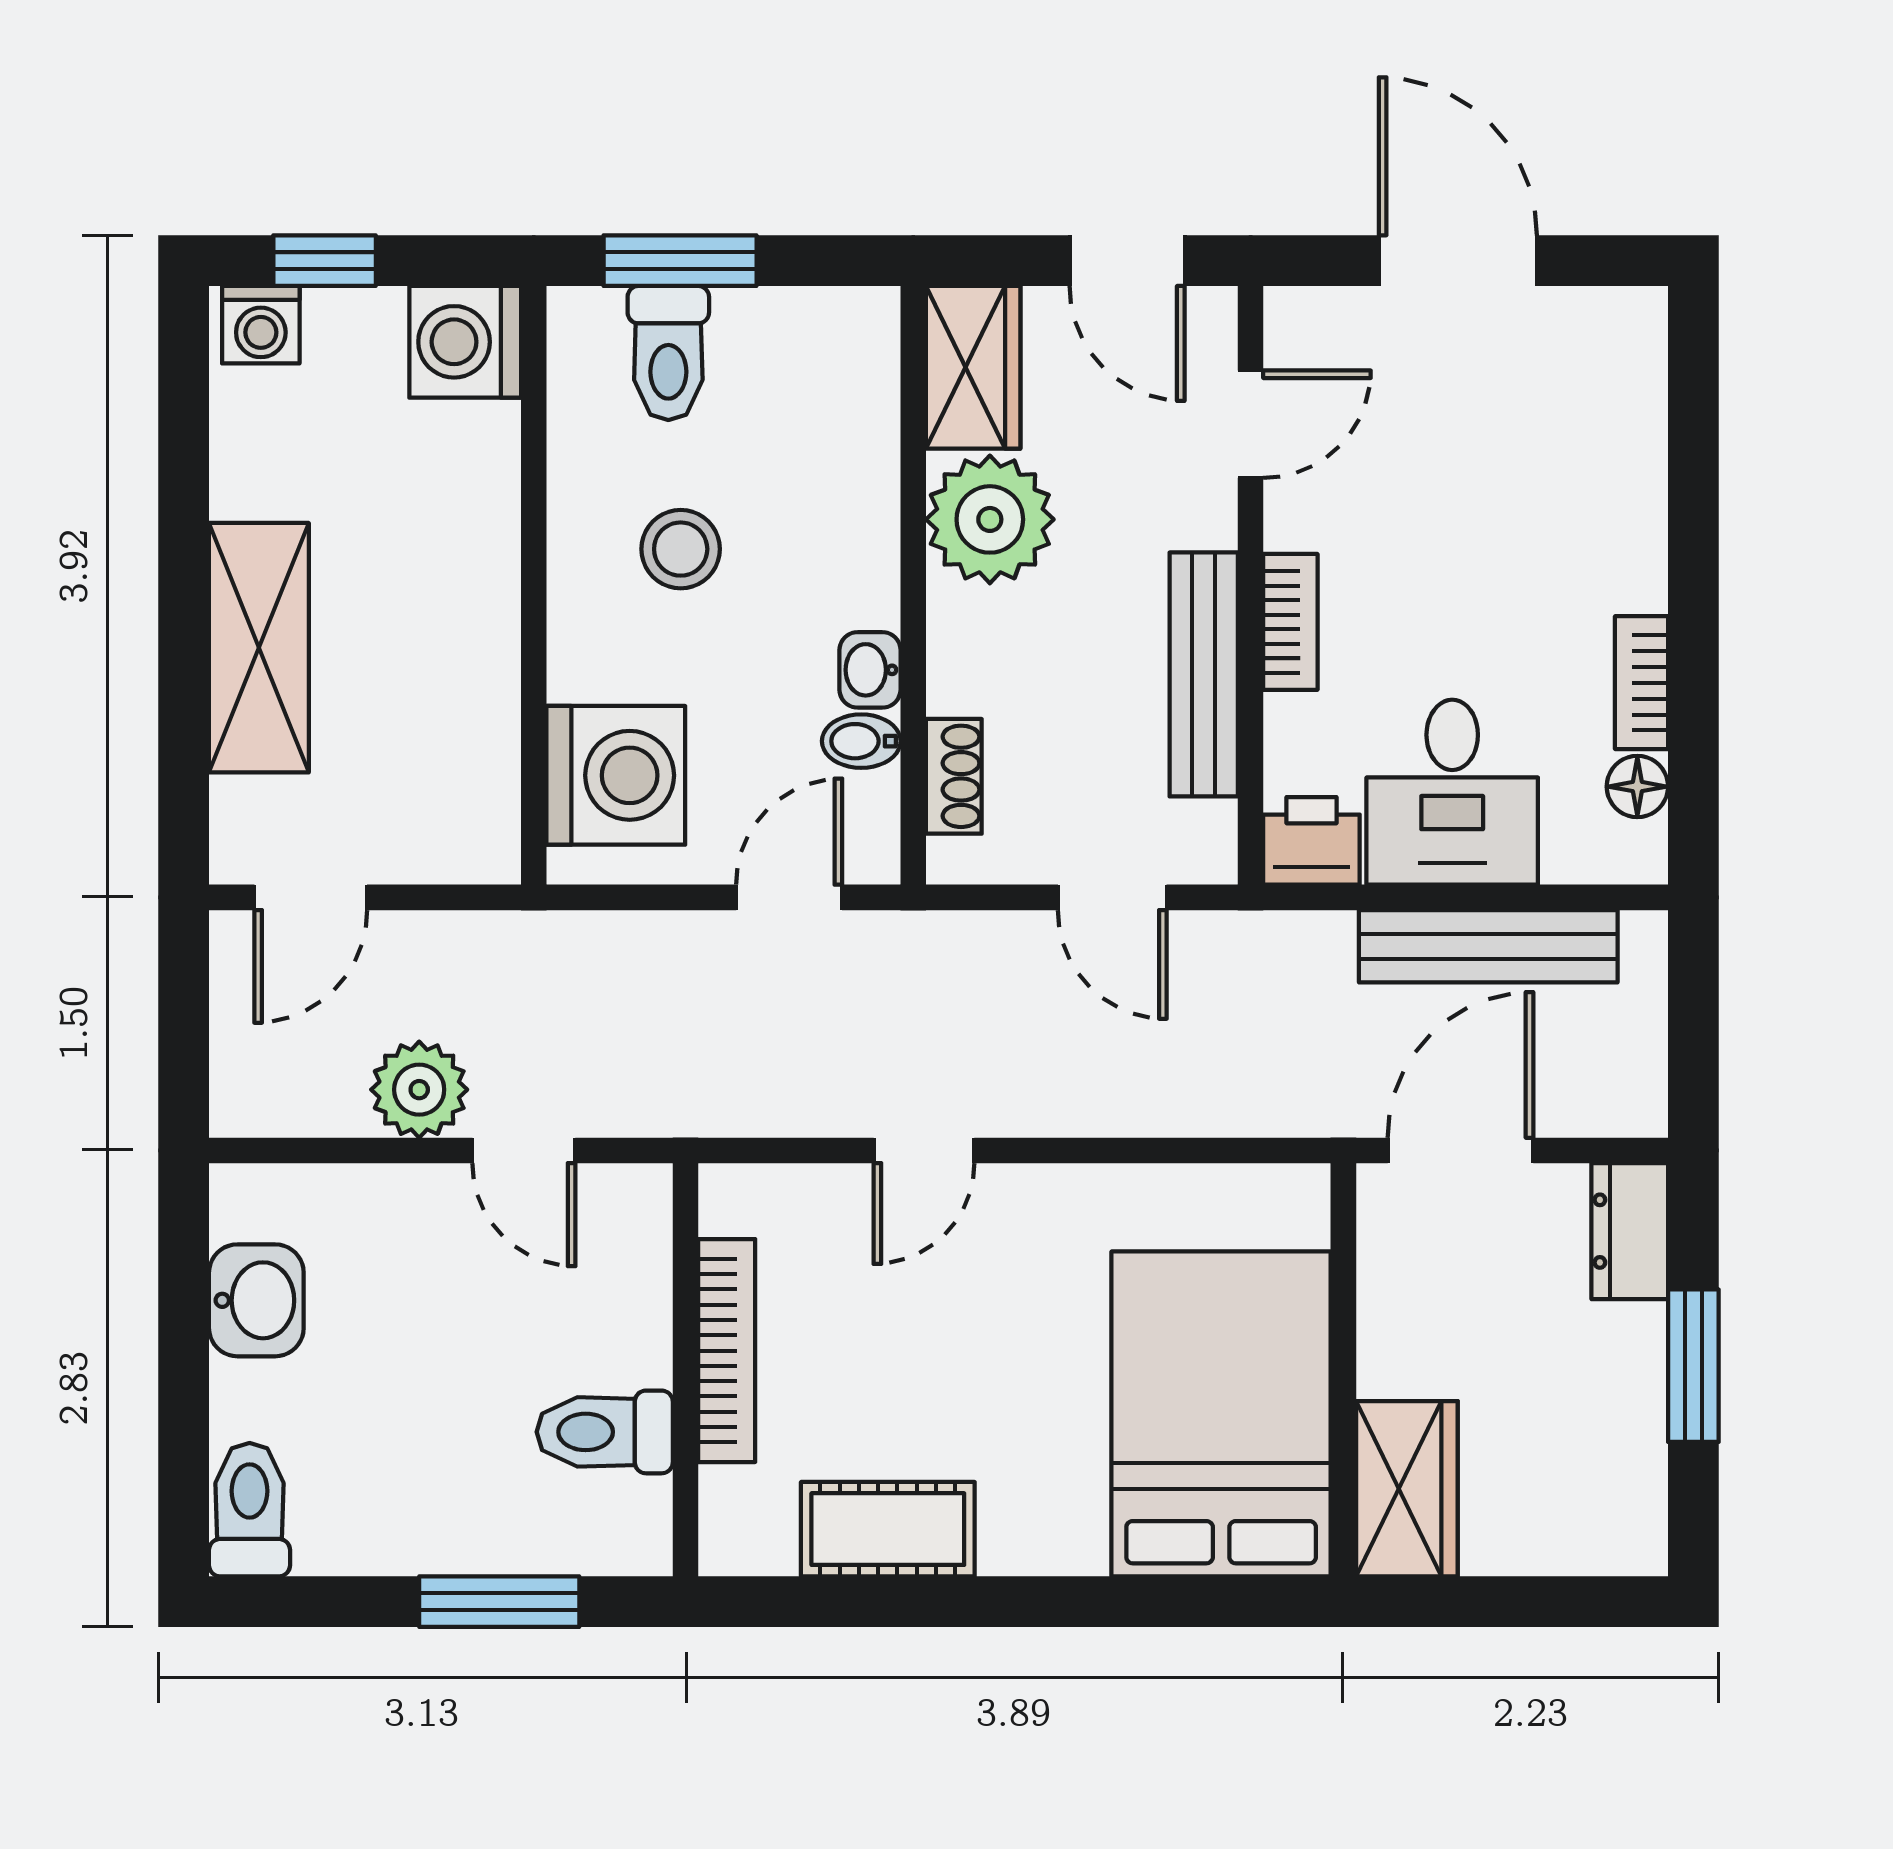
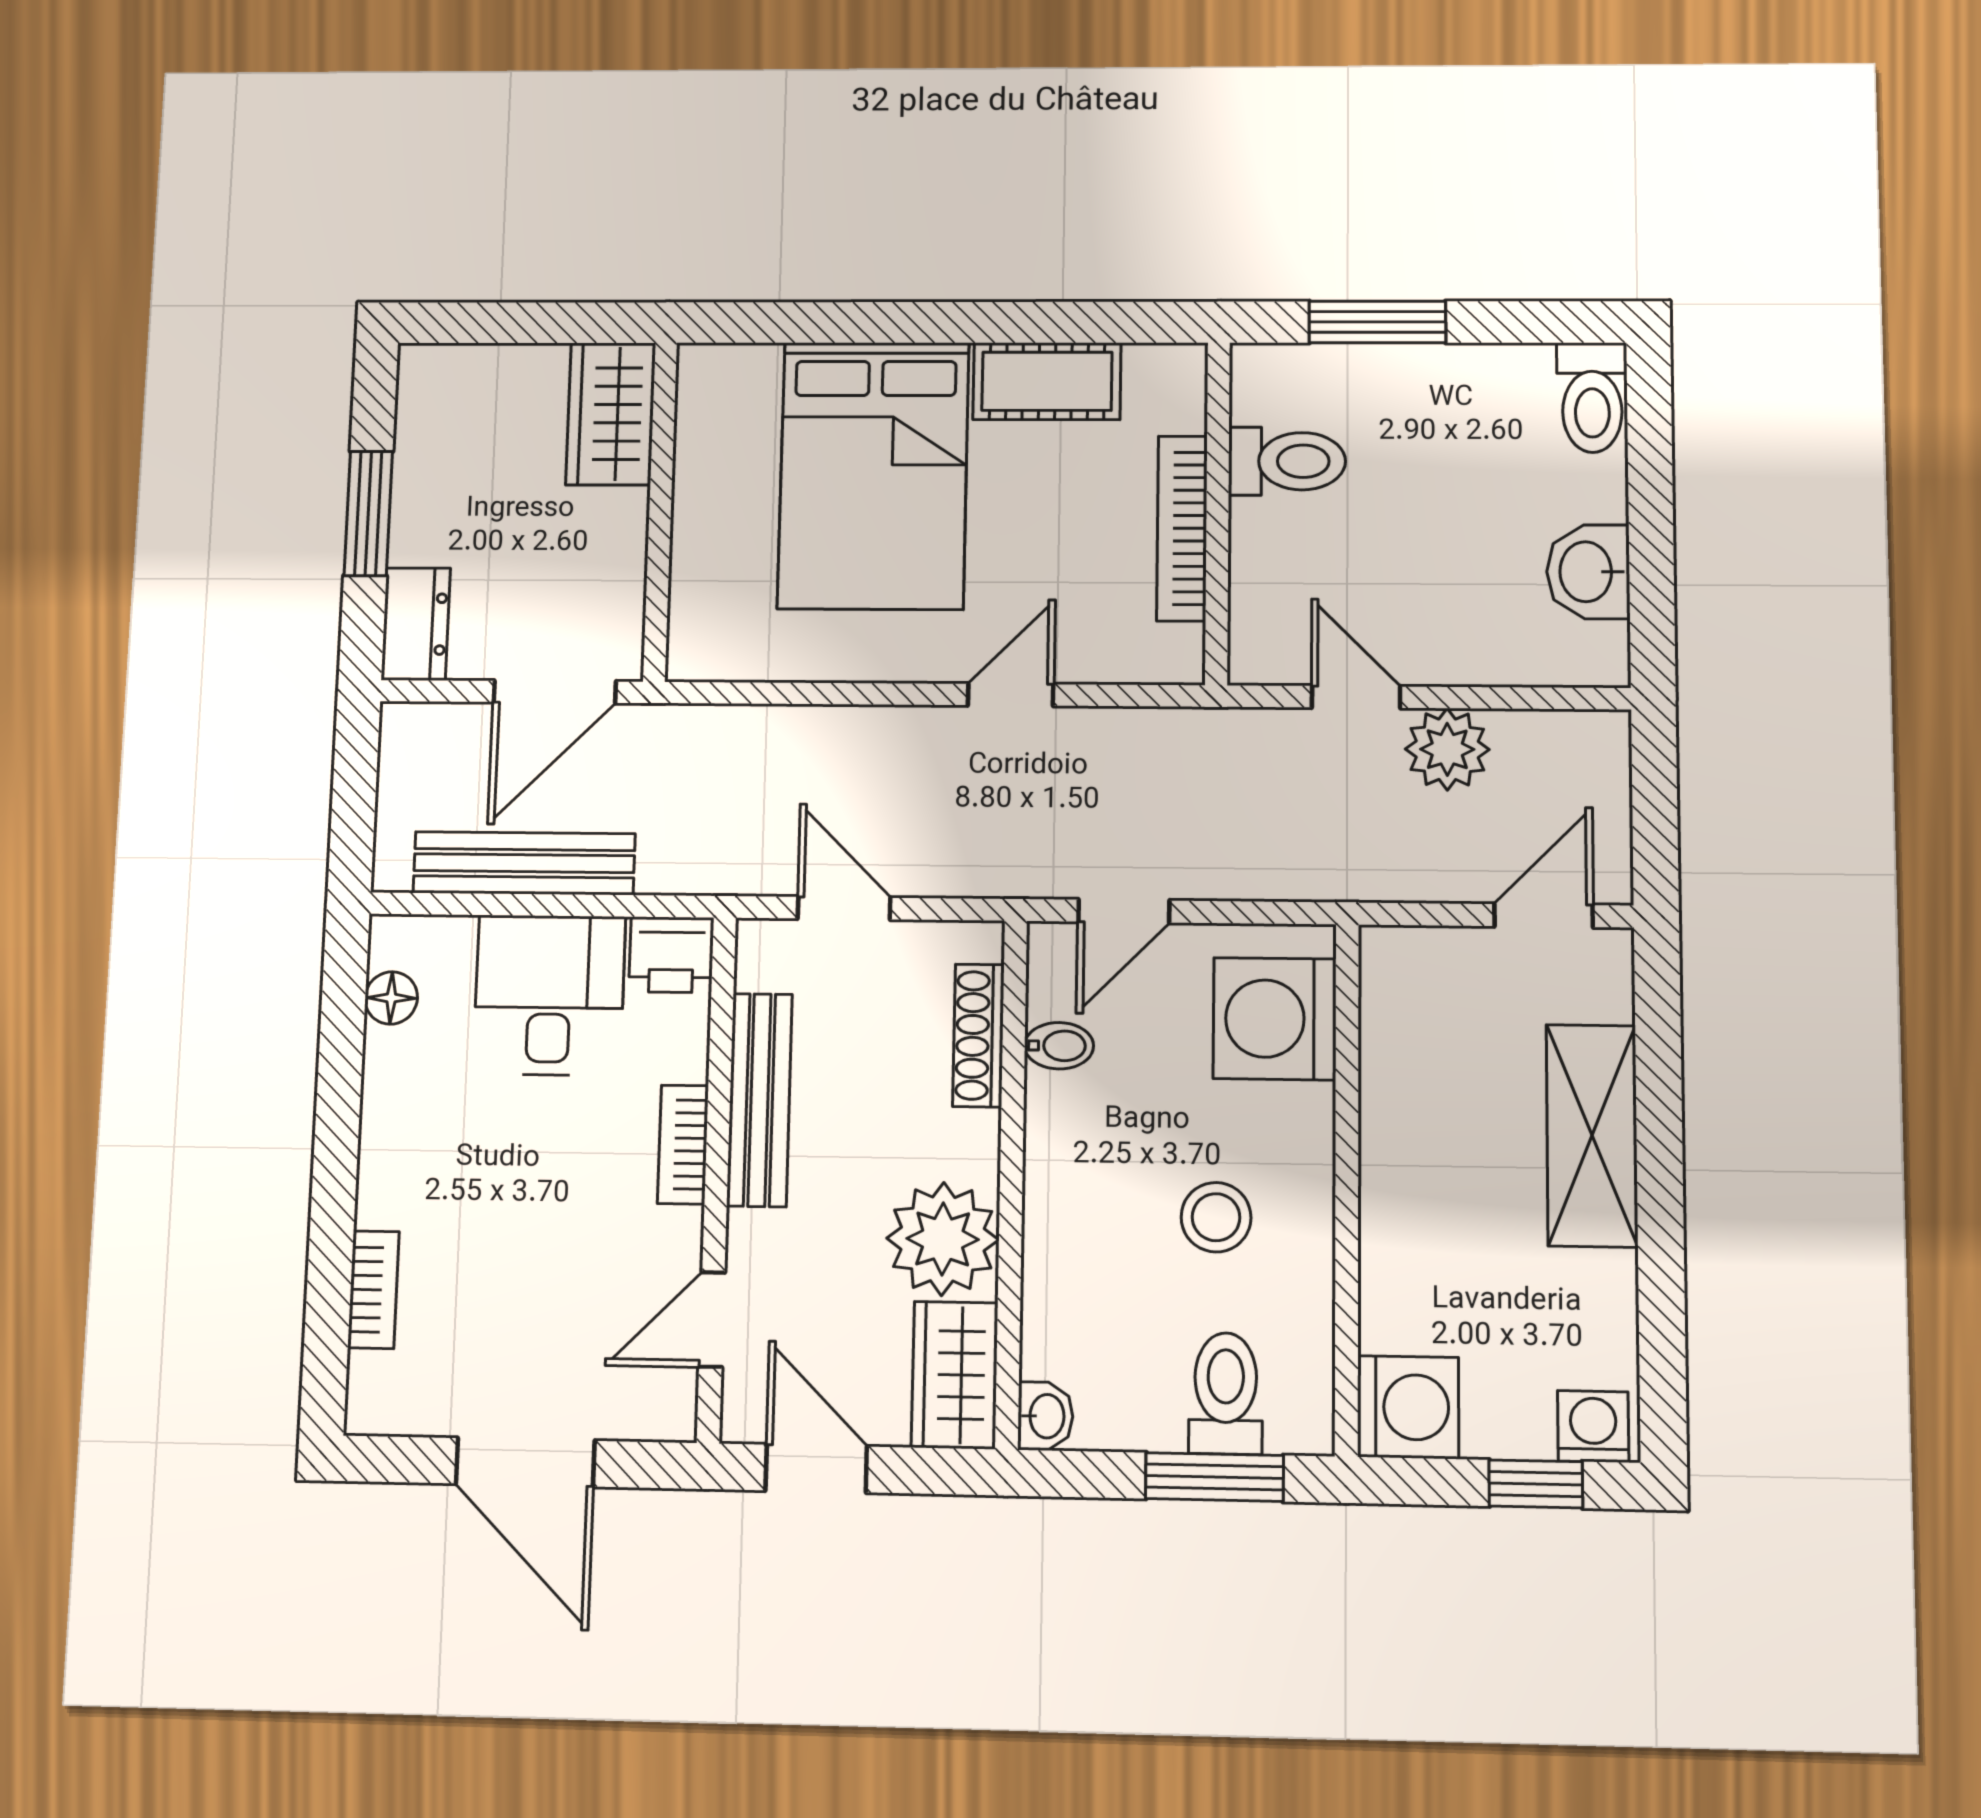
washbasin: (870, 670) -> (1045, 1416), moved
bookcase: (1641, 683) -> (373, 1290), moved
shoe rack: (954, 776) -> (978, 1035), width x1.43
bed: (1221, 1414) -> (873, 475), moved

